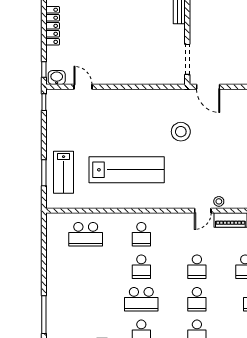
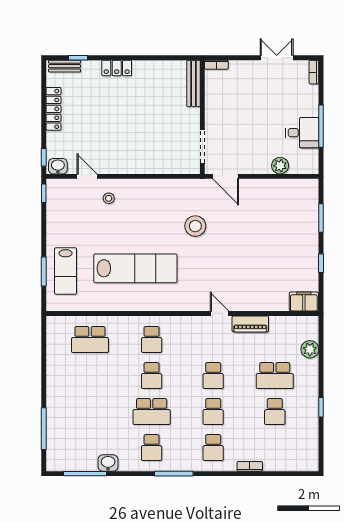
stool: (219, 201) -> (109, 198), moved
door: (203, 211) -> (220, 313), swing flipped

